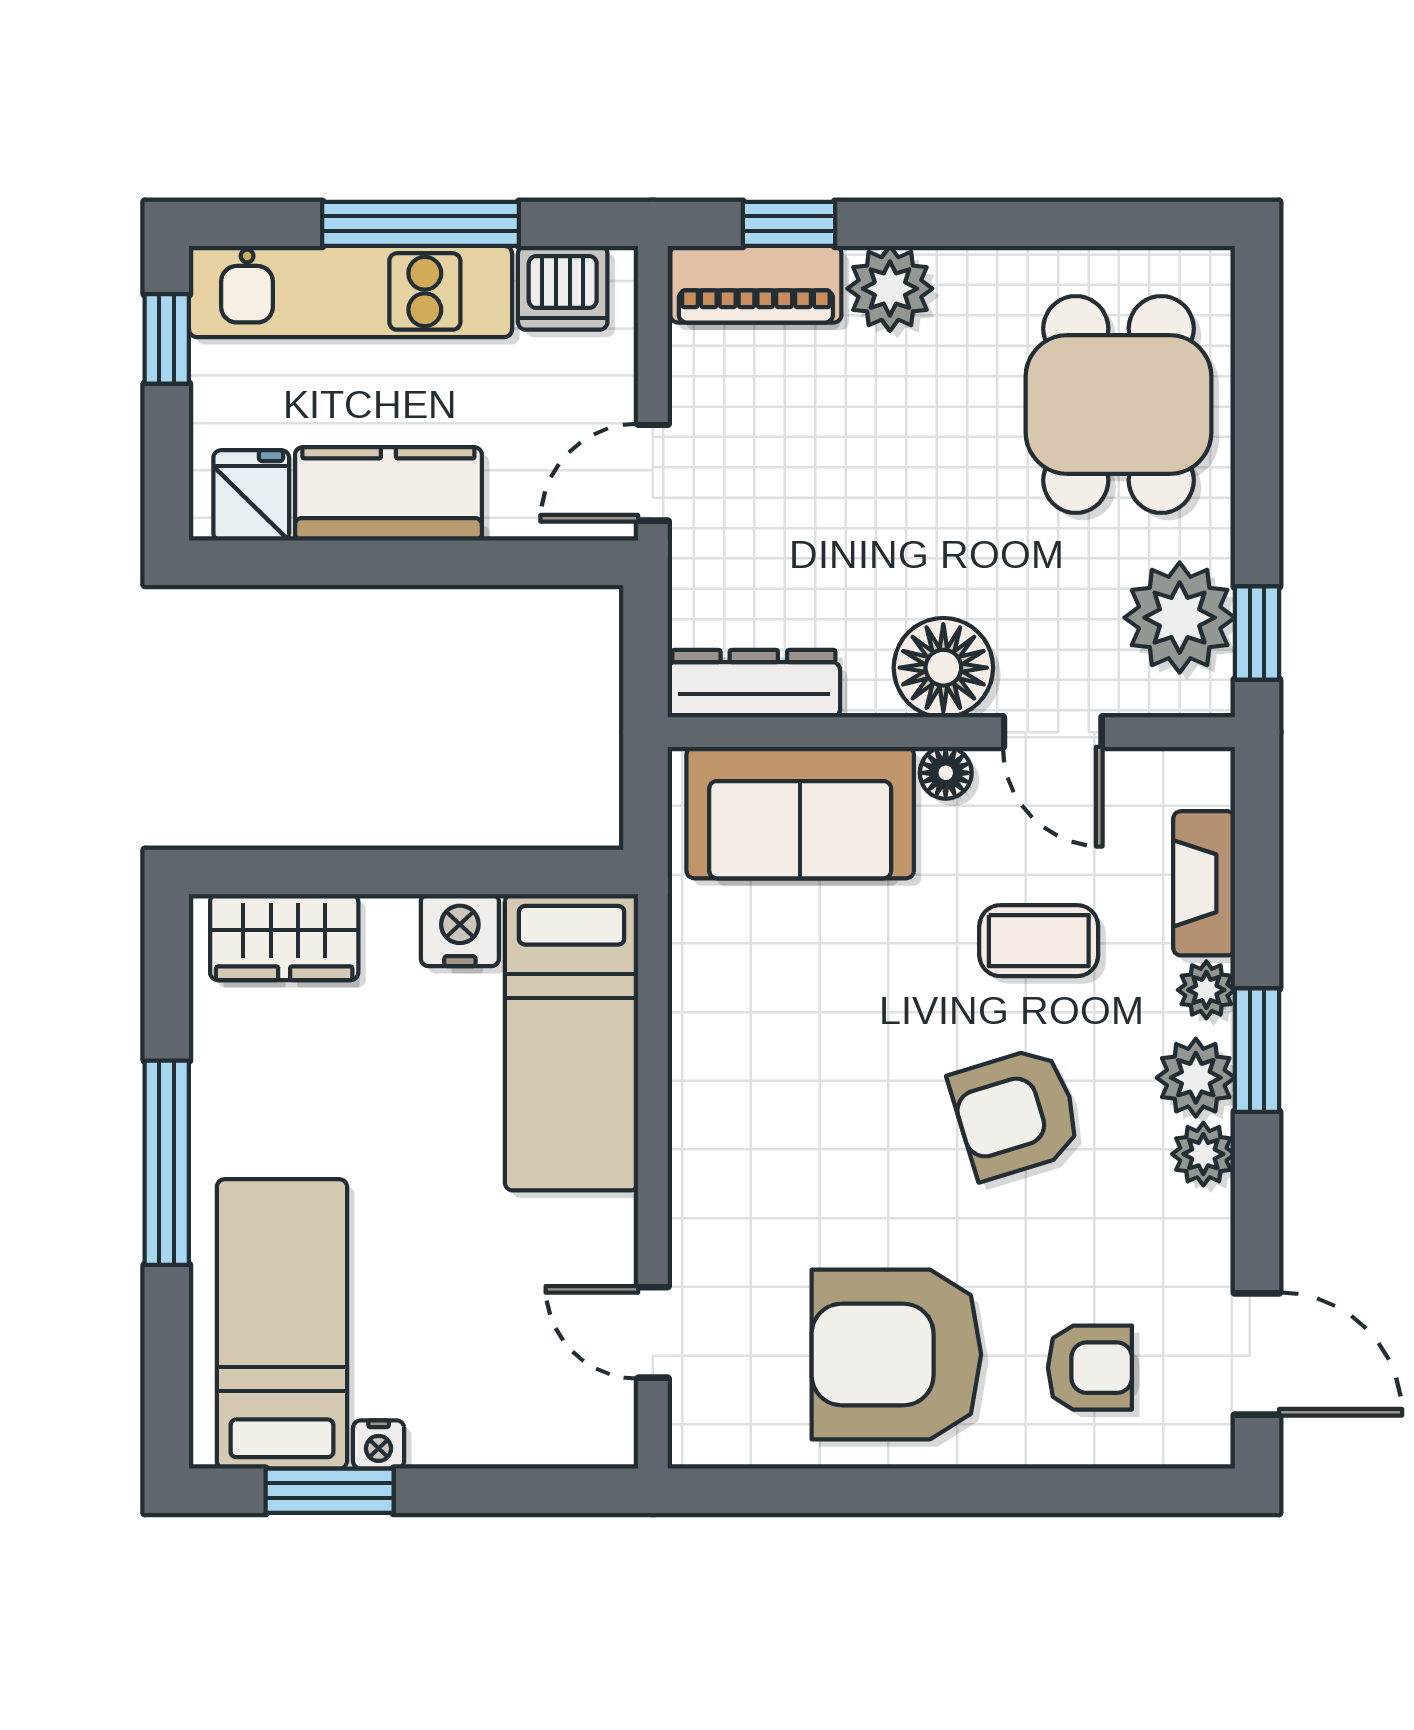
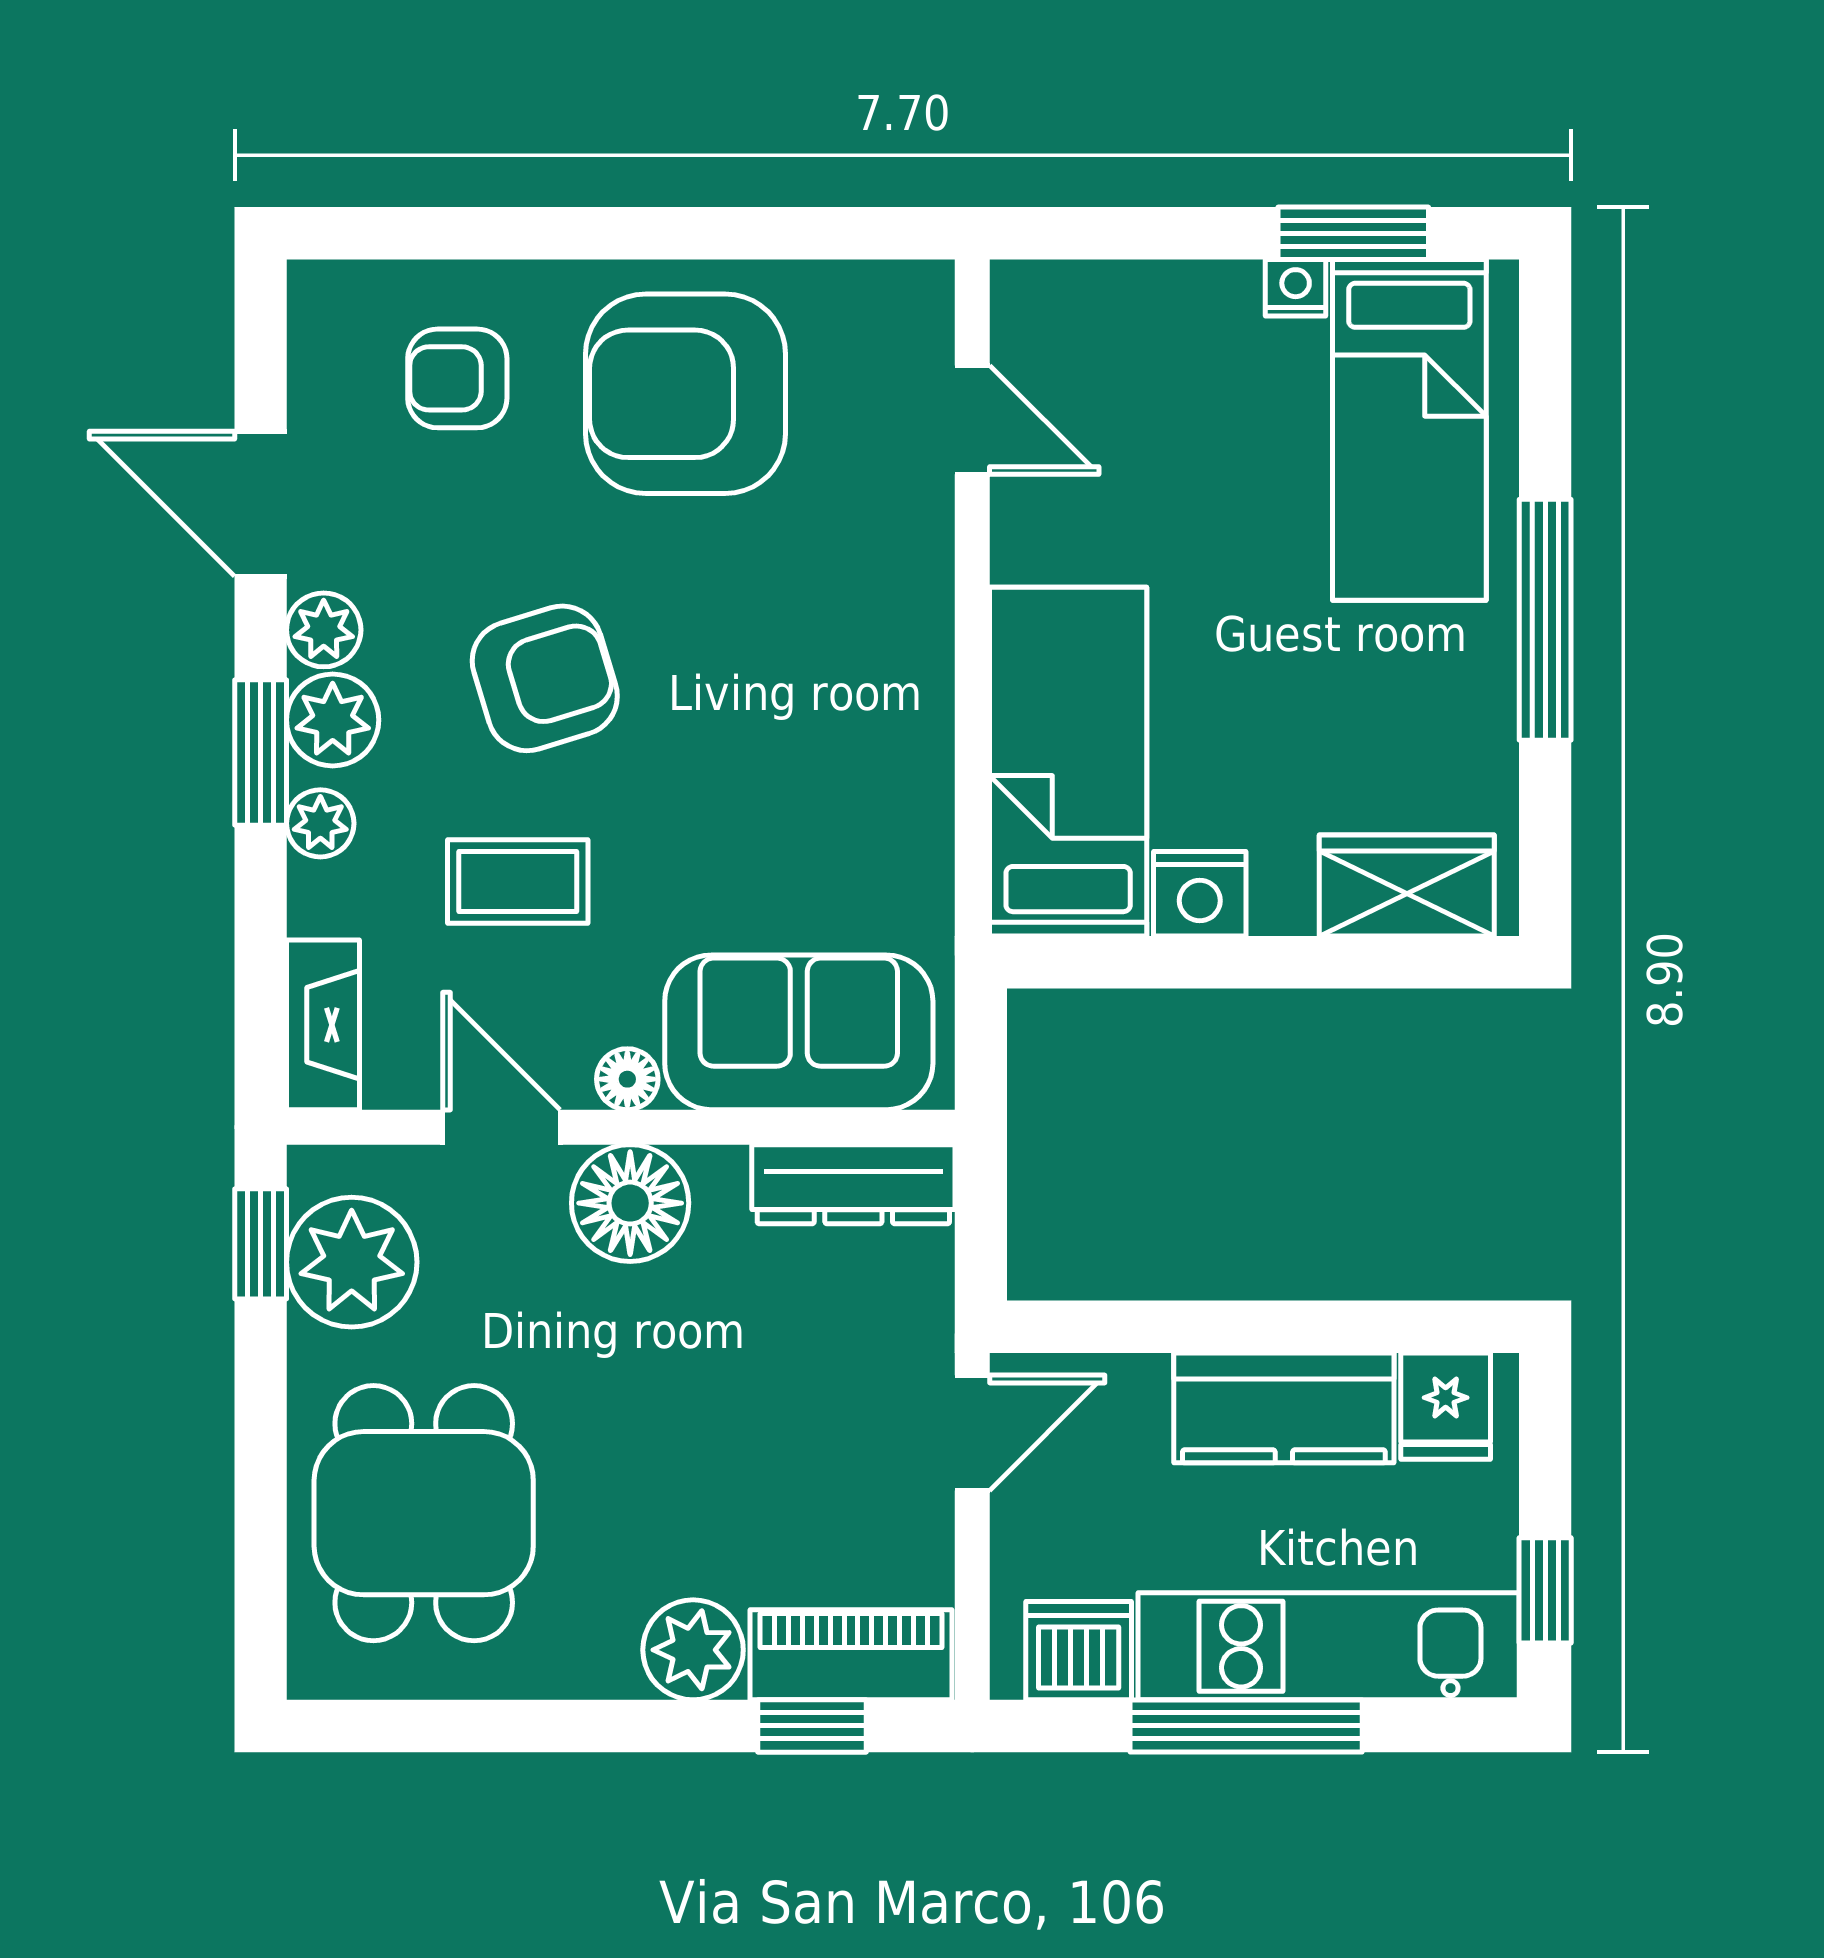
fireplace: (1204, 883) -> (323, 1025), moved
armchair: (896, 1354) -> (686, 394), turned 180
door: (1257, 1354) -> (261, 504), moved

